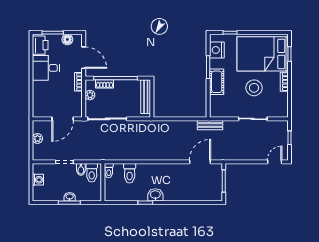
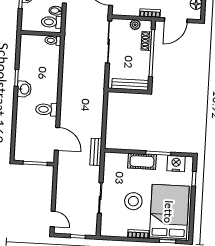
toilet: (130, 173) -> (46, 109), moved

